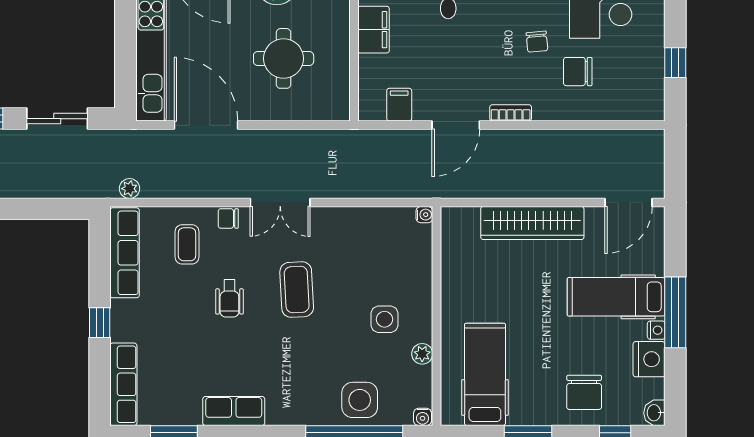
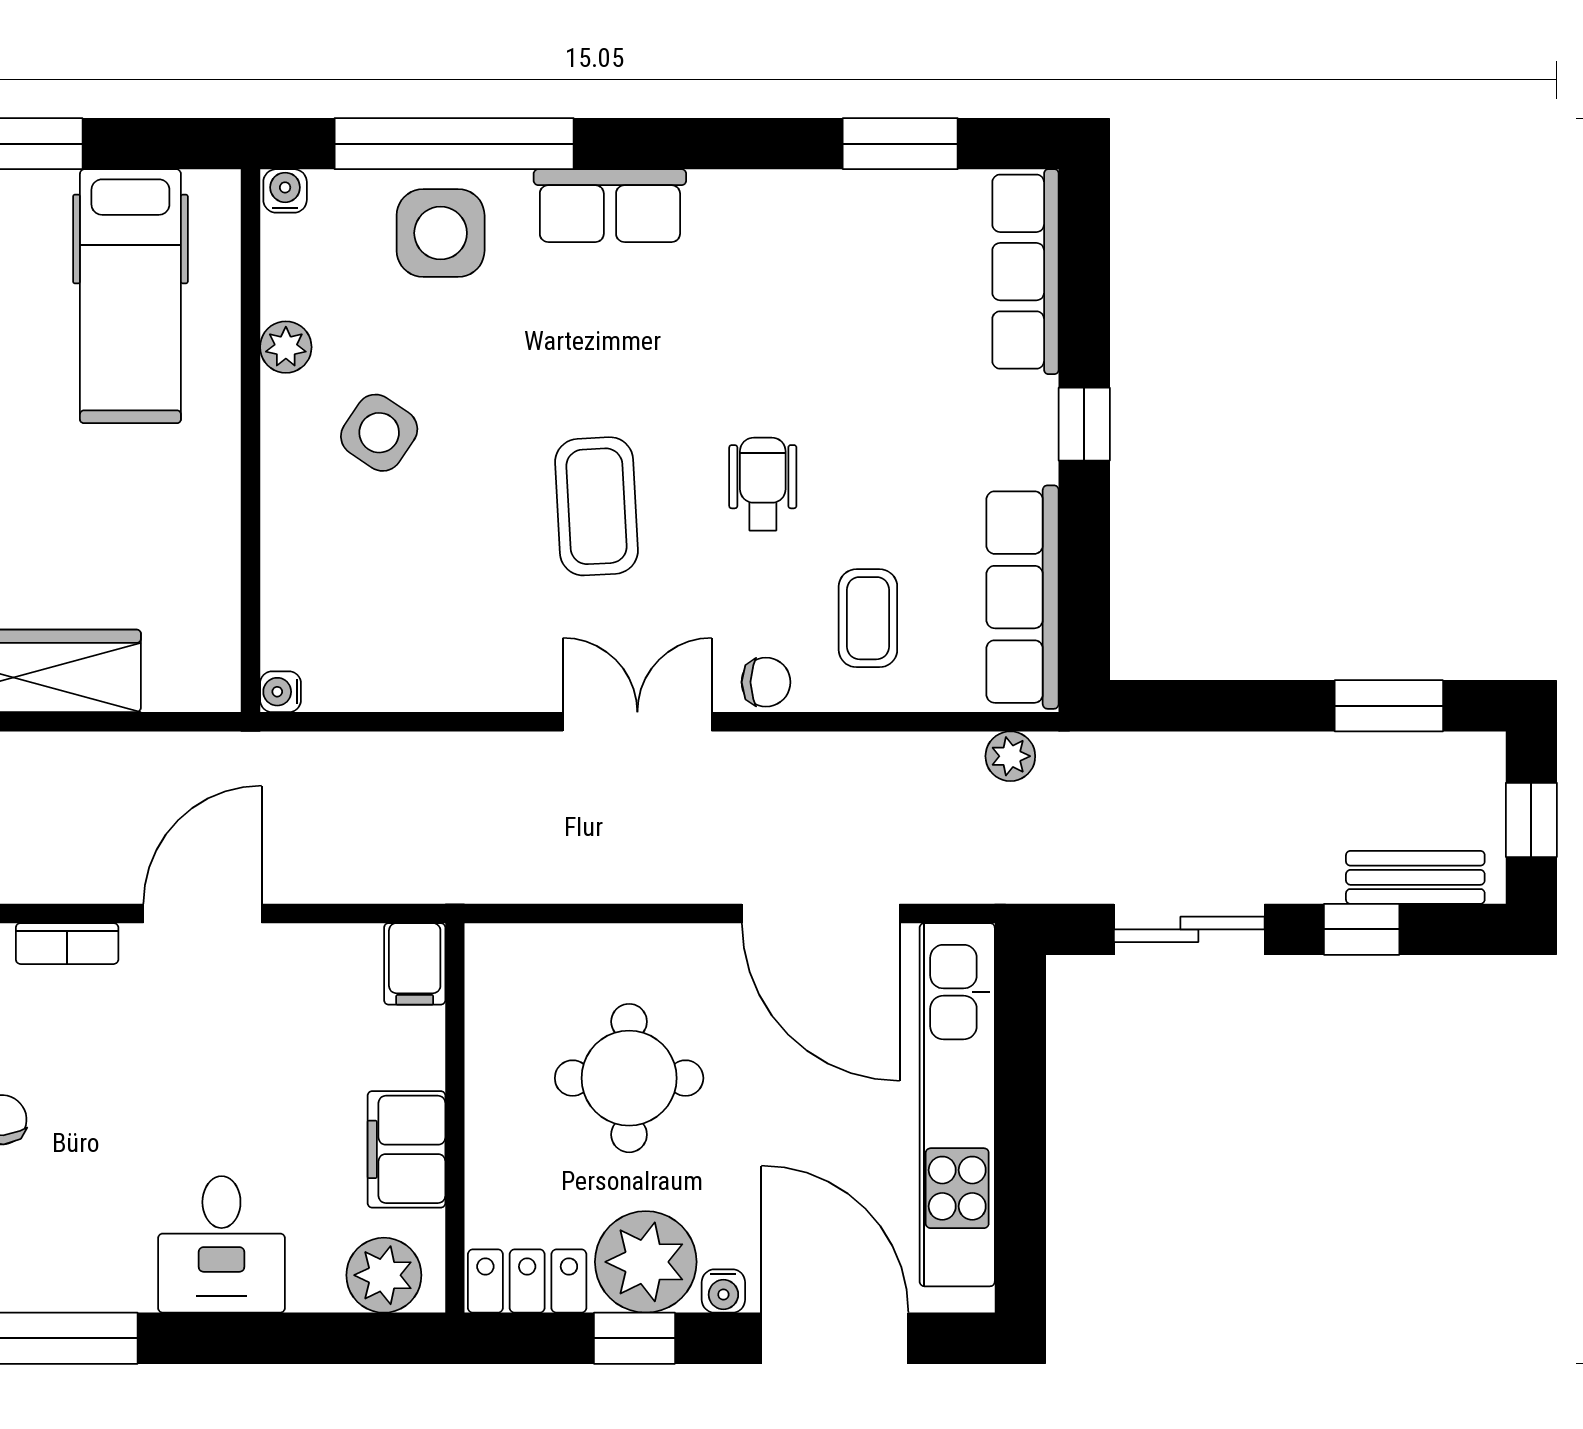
filing cabinet: (399, 105) -> (415, 964), moved
side table: (384, 319) -> (379, 433), turned 34
row of seats: (234, 411) -> (610, 206), moved

